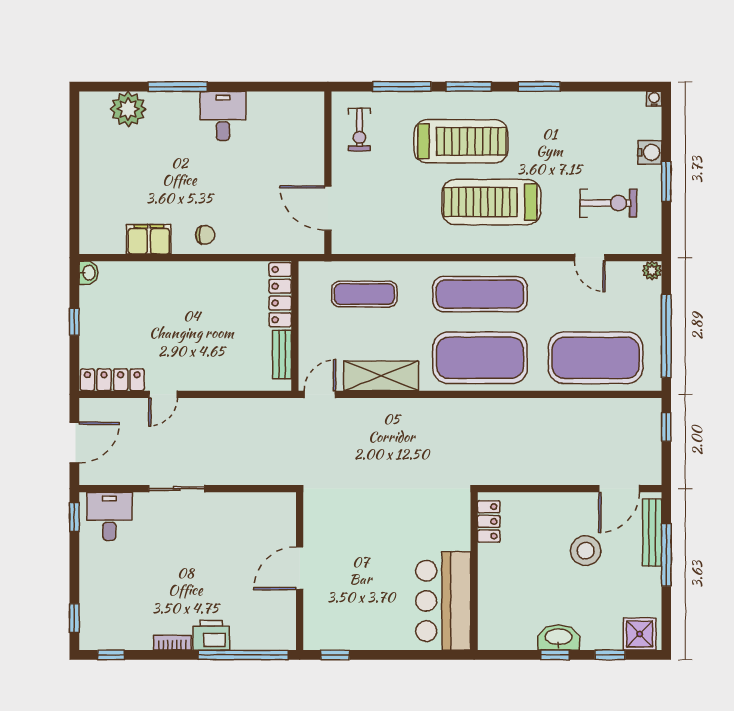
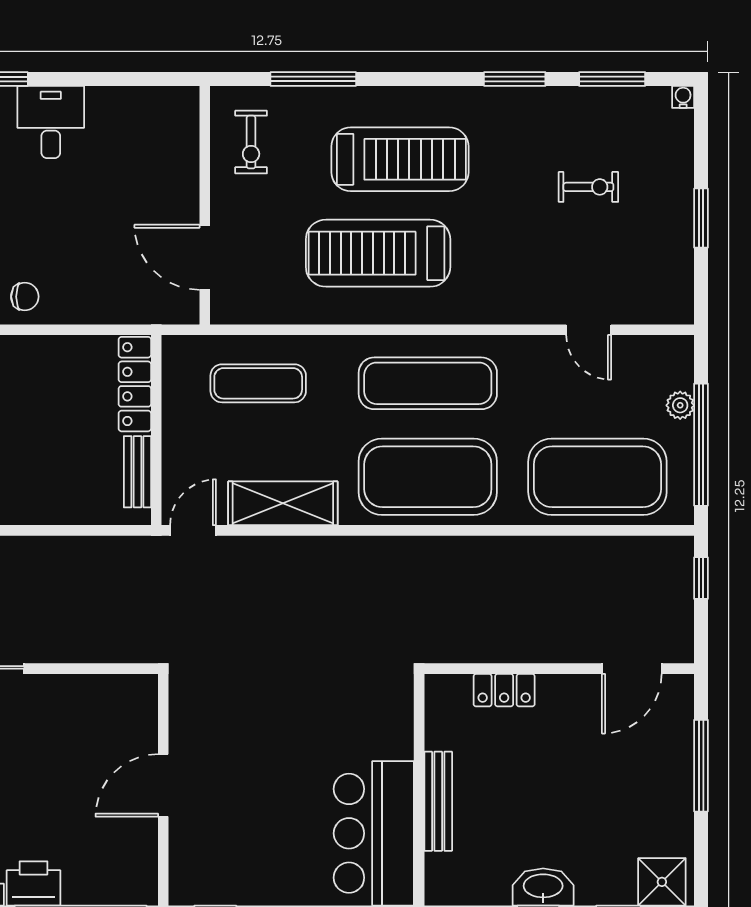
window: (469, 87) -> (612, 79), moved
water cooler: (650, 152) -> (677, 175), removed
treadmill: (491, 202) -> (378, 253), moved
exercise bike: (608, 203) -> (588, 187), moved, width x0.73, depth x0.72
plant: (652, 271) -> (680, 405), moved
locker: (489, 521) -> (504, 690), moved, turned 90
bench: (652, 533) -> (438, 801), moved
stool: (586, 551) -> (583, 760), removed

